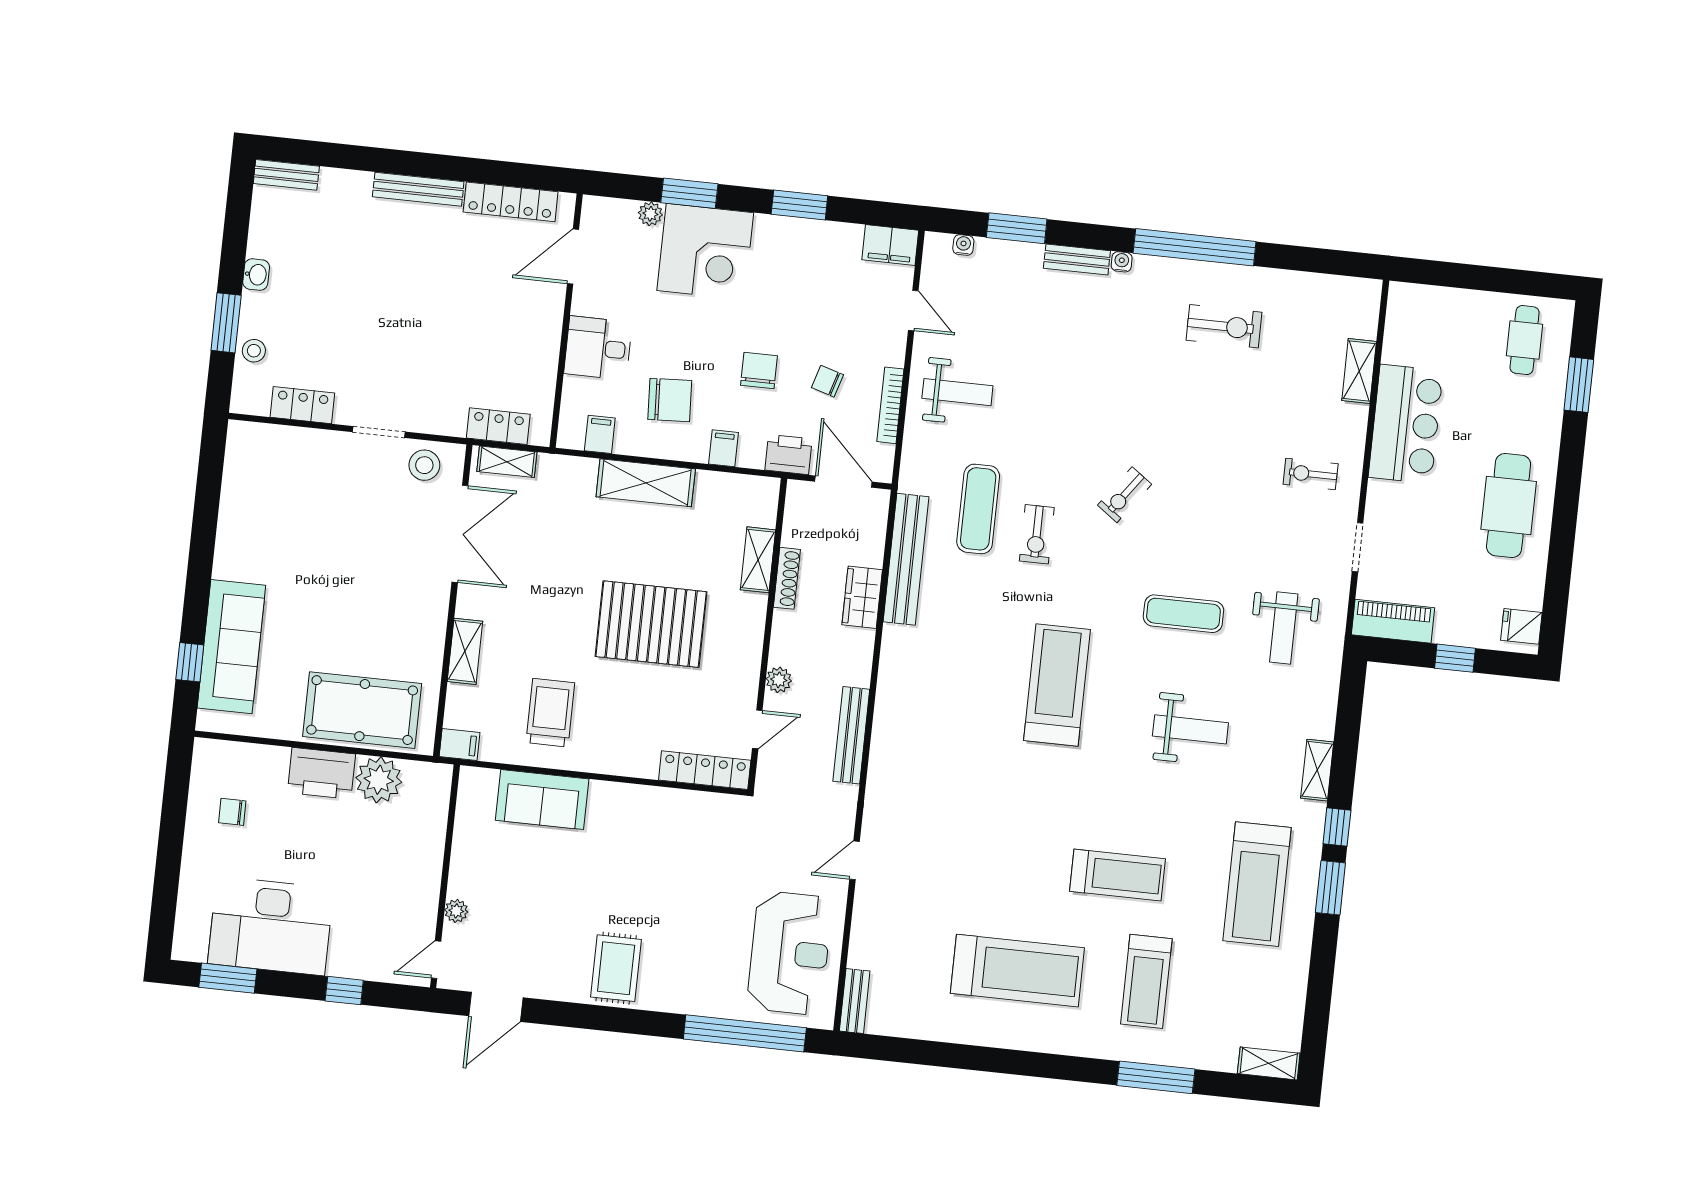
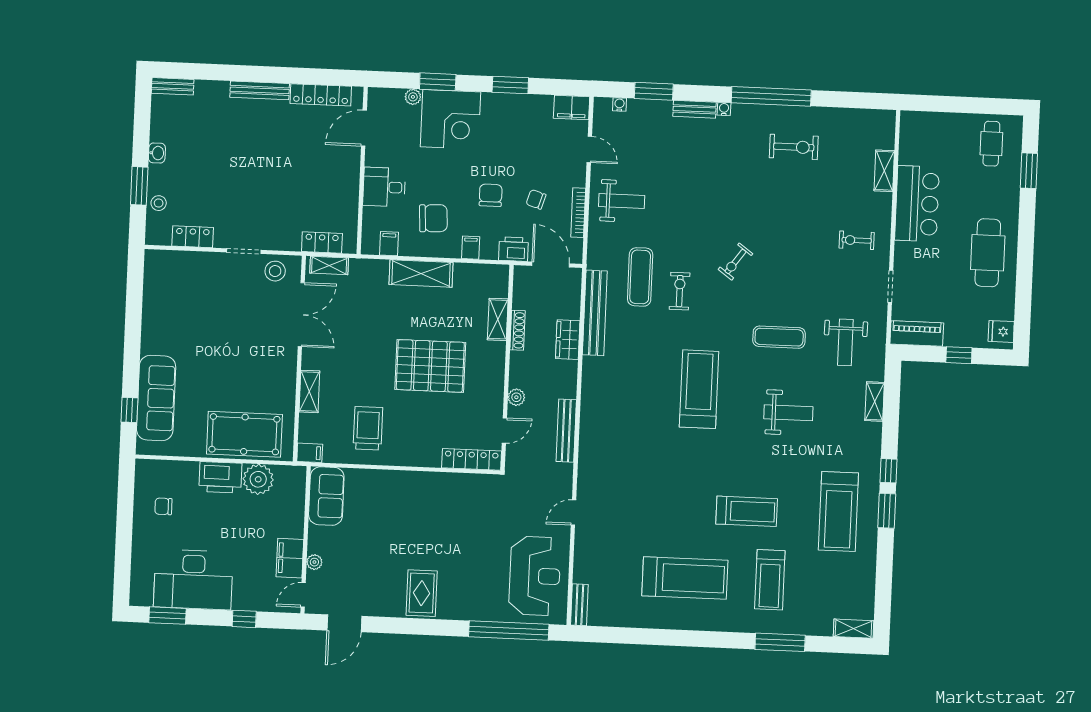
exercise bike: (1037, 534) -> (680, 291), turned 180
shelving: (1317, 770) -> (875, 402), moved
sofa: (542, 800) -> (326, 496), moved, turned -90
filing cabinet: (419, 903) -> (290, 558), added

